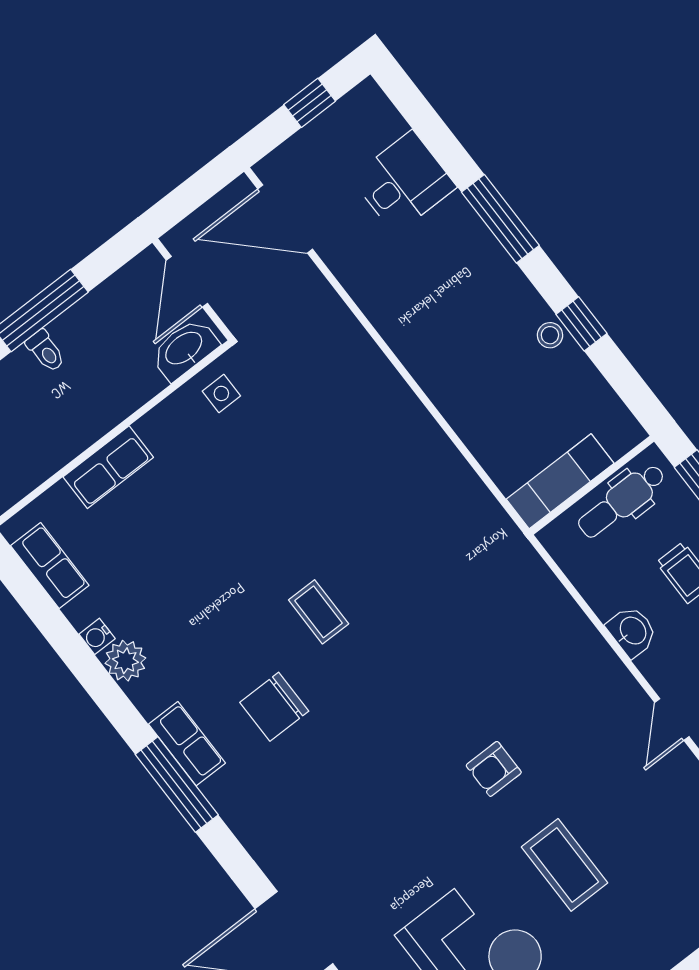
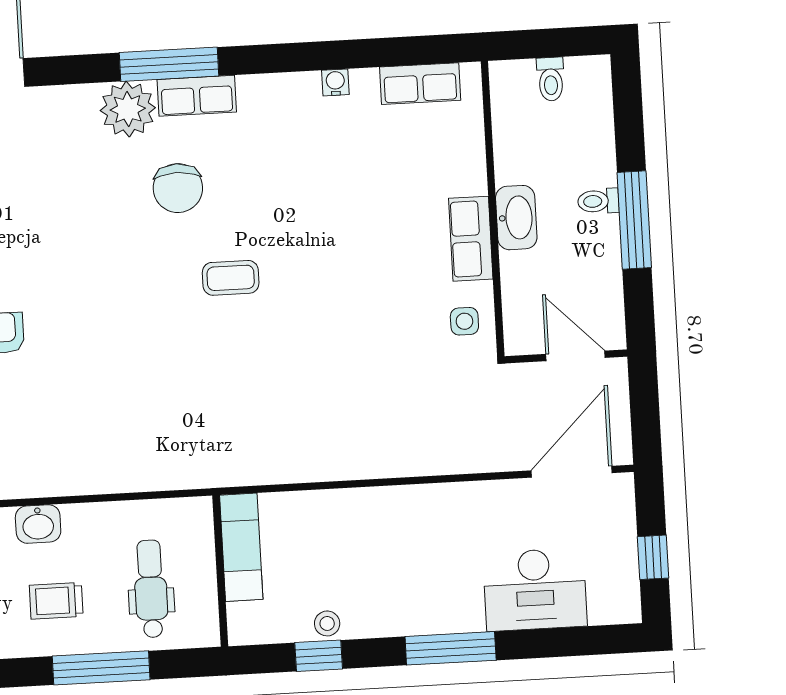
desk: (404, 182) -> (535, 590), width x1.37
washbasin: (184, 349) -> (516, 218), moved
row of seats: (108, 467) -> (471, 239), moved
exam couch: (560, 481) -> (241, 547), moved
wall: (592, 485) -> (220, 571), moved
plant: (125, 661) -> (128, 109), moved, width x1.36, depth x1.36
chair: (274, 707) -> (178, 188), turned 180

